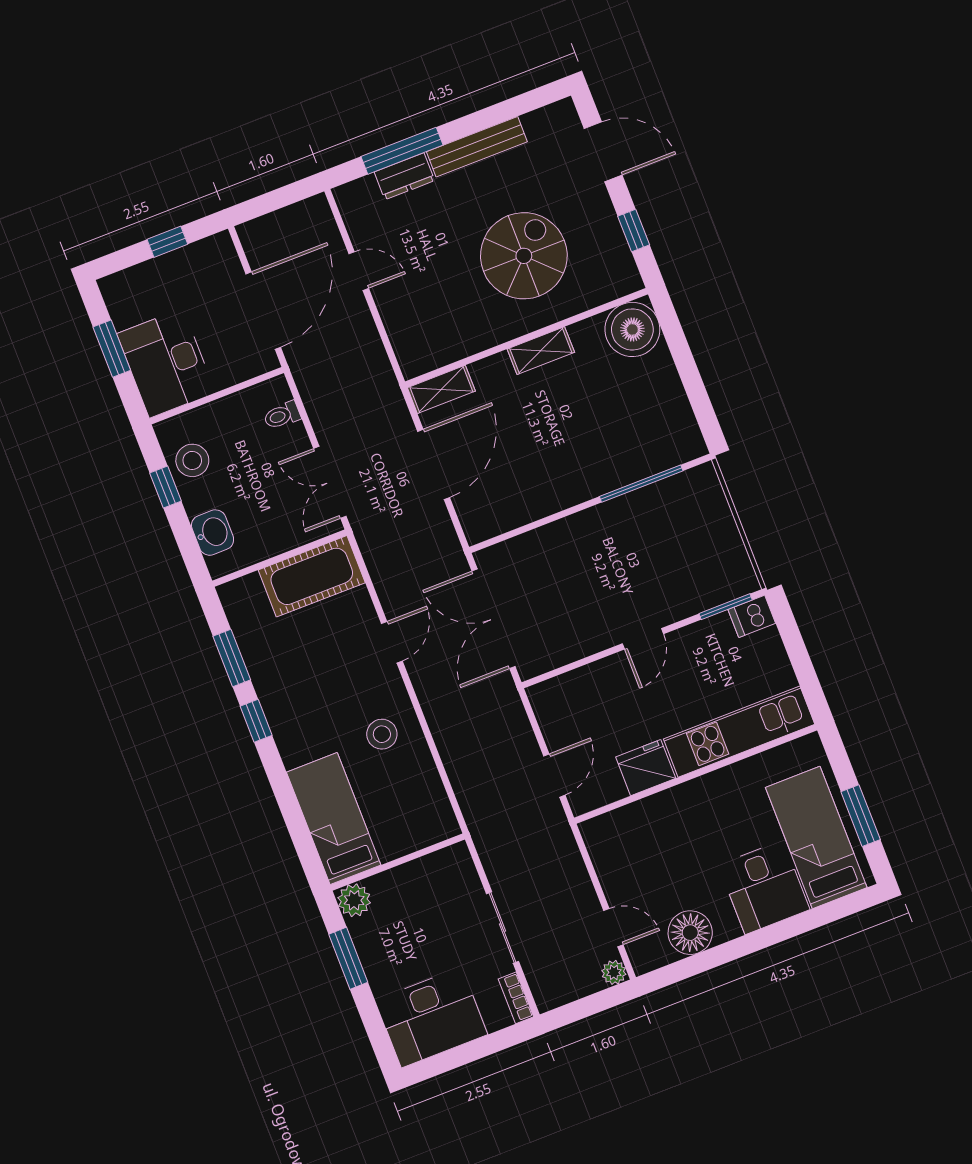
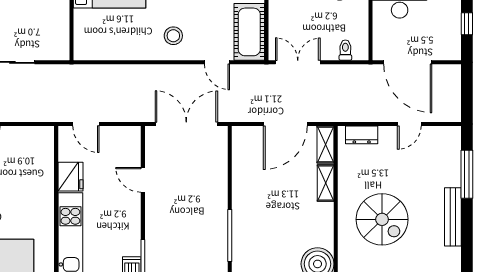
dresser: (404, 176) -> (362, 135), moved, turned -90
shelving: (541, 351) -> (326, 183), moved
door: (434, 464) -> (285, 124), hinge flipped
door: (643, 639) -> (143, 180), moved
door: (392, 642) -> (217, 62), moved
stool: (382, 734) -> (173, 36), moved

